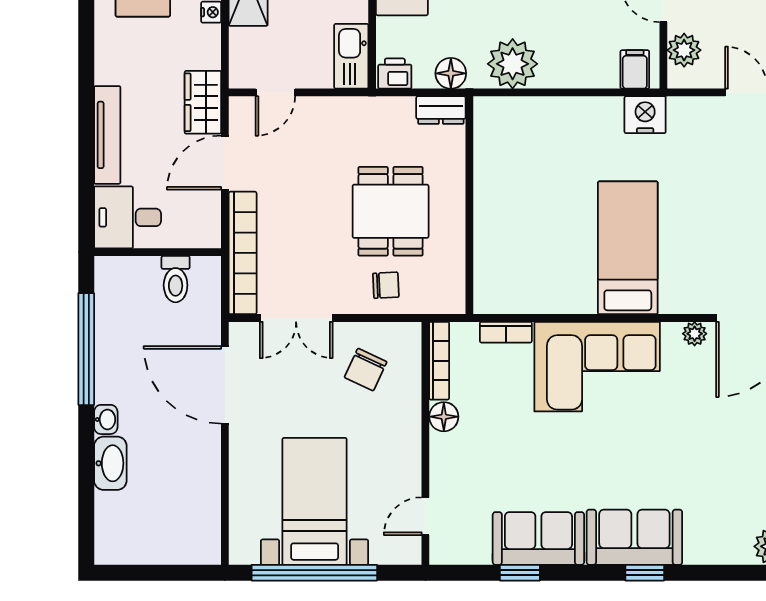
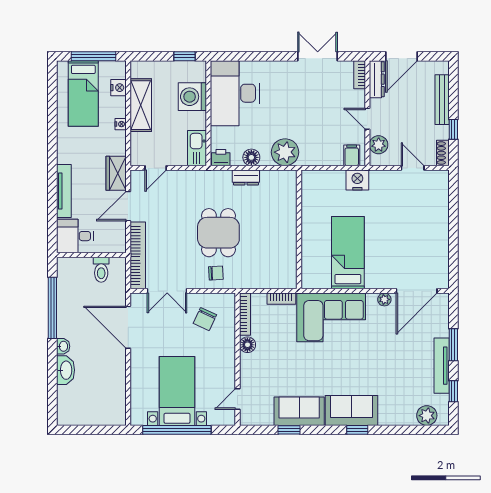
wall: (469, 205) -> (299, 229), moved

